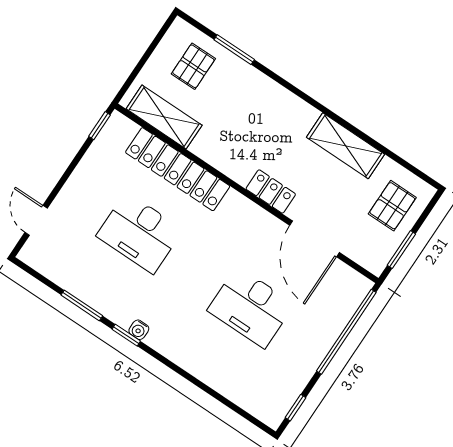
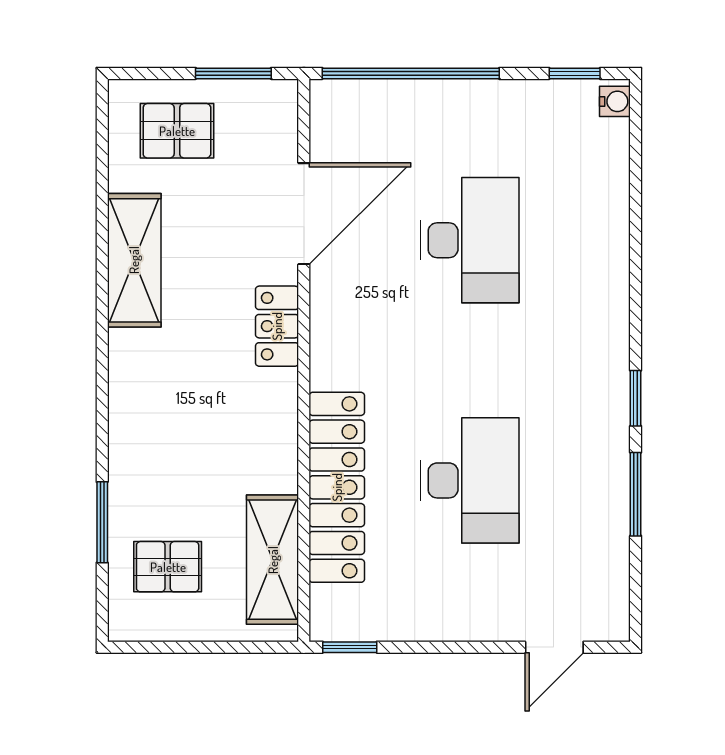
water cooler: (139, 330) -> (615, 101), moved

